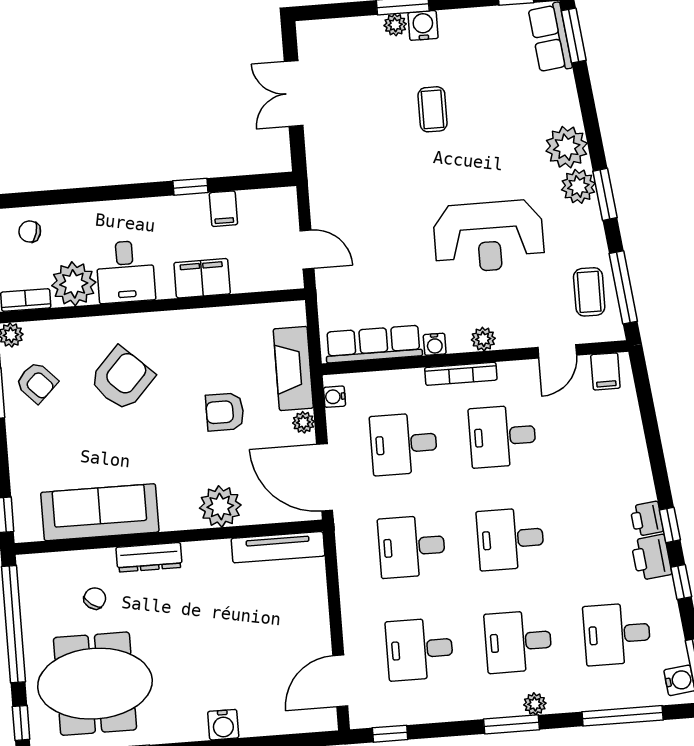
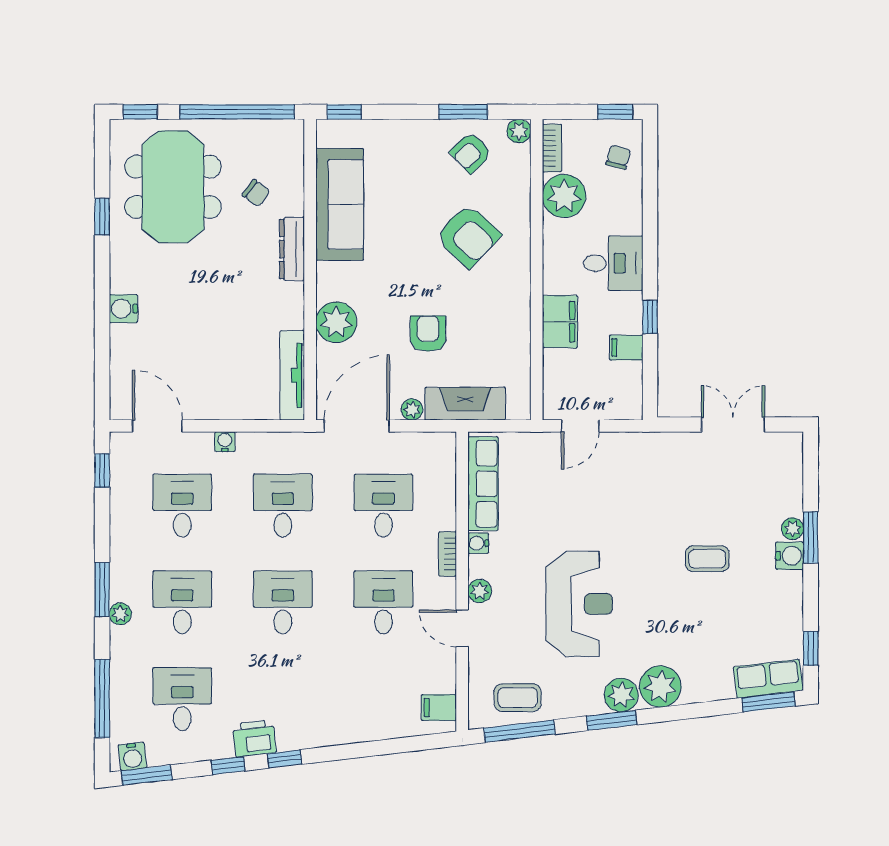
reception desk: (489, 236) -> (579, 604), turned 180
desk: (126, 272) -> (613, 263), moved, turned 180
door: (557, 351) -> (462, 628), moved
bookcase: (461, 374) -> (447, 554), width x0.64
water cooler: (335, 397) -> (225, 442), moved
printer: (647, 519) -> (292, 737), removed

